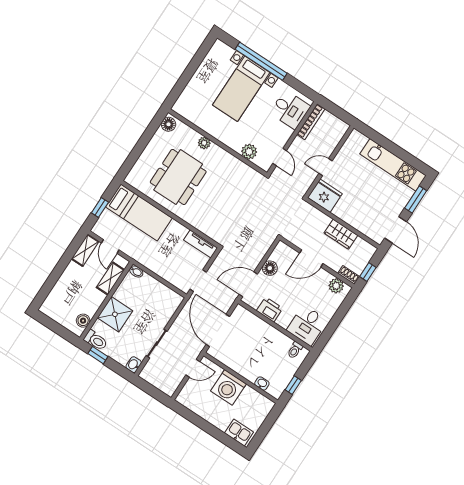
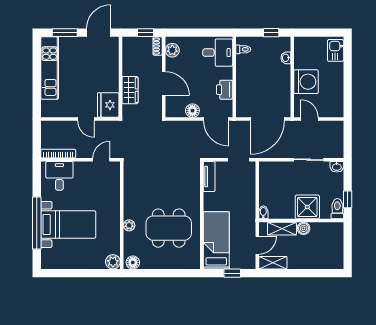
plant: (249, 152) -> (113, 262), moved
wardrobe: (341, 234) -> (130, 90), moved
boiler: (83, 321) -> (304, 228), moved

